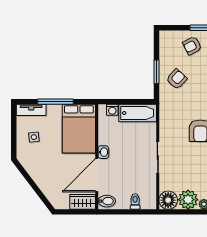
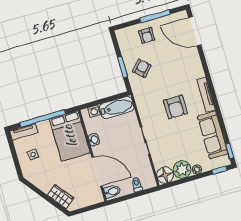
armchair: (192, 46) -> (147, 35), turned -63
window: (56, 102) -> (43, 118), width x1.46
washbasin: (103, 152) -> (94, 140), moved
door: (97, 175) -> (97, 172), swing flipped
wardrobe: (83, 202) -> (60, 197), moved, turned 53

